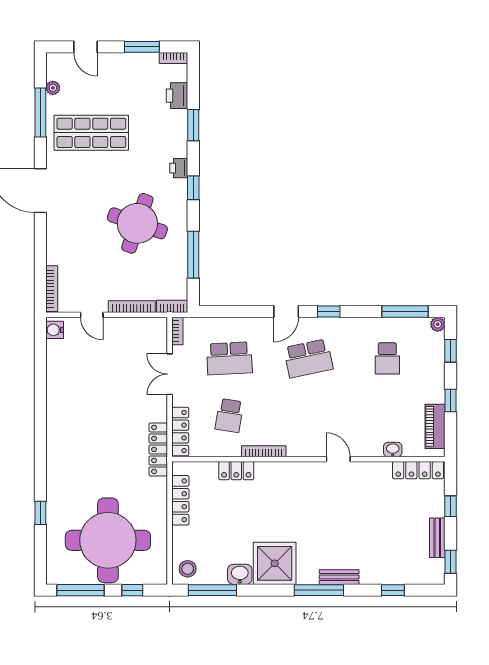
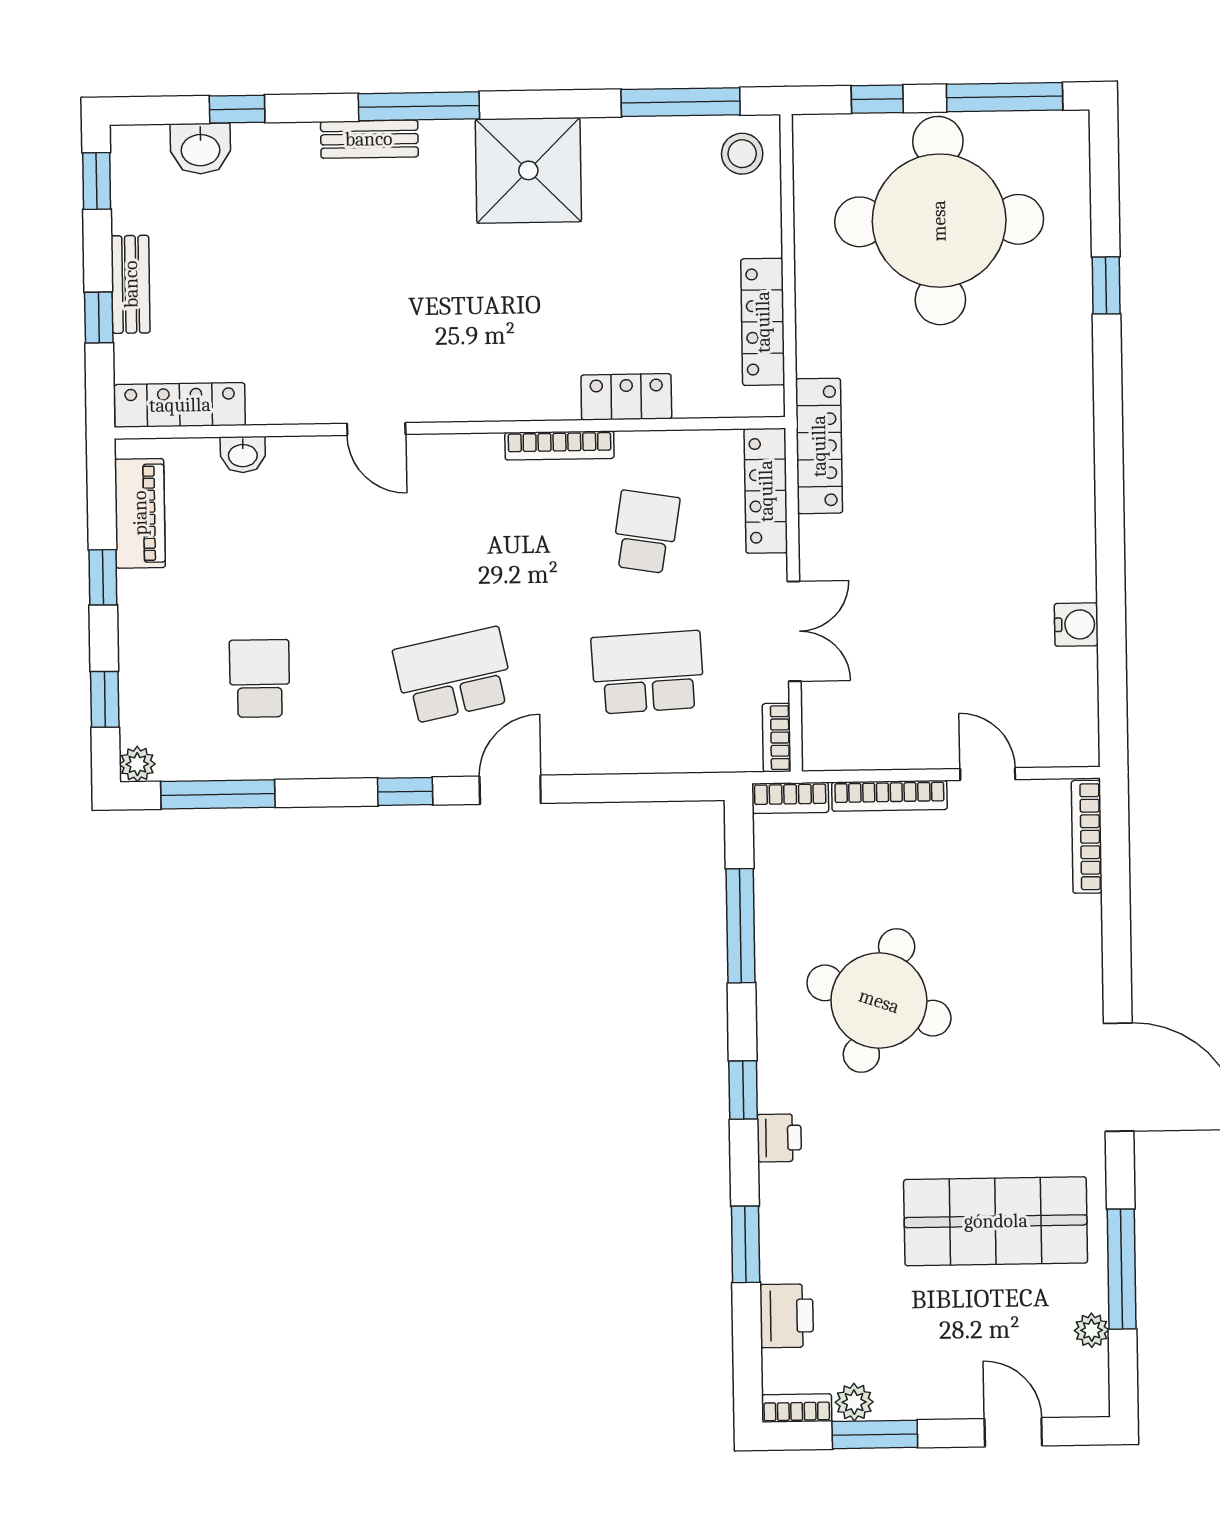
plant: (150, 60) -> (854, 1402), added
water cooler: (55, 330) -> (1076, 625), moved
bench: (437, 538) -> (131, 284), moved
washbasin: (240, 574) -> (200, 149), moved

